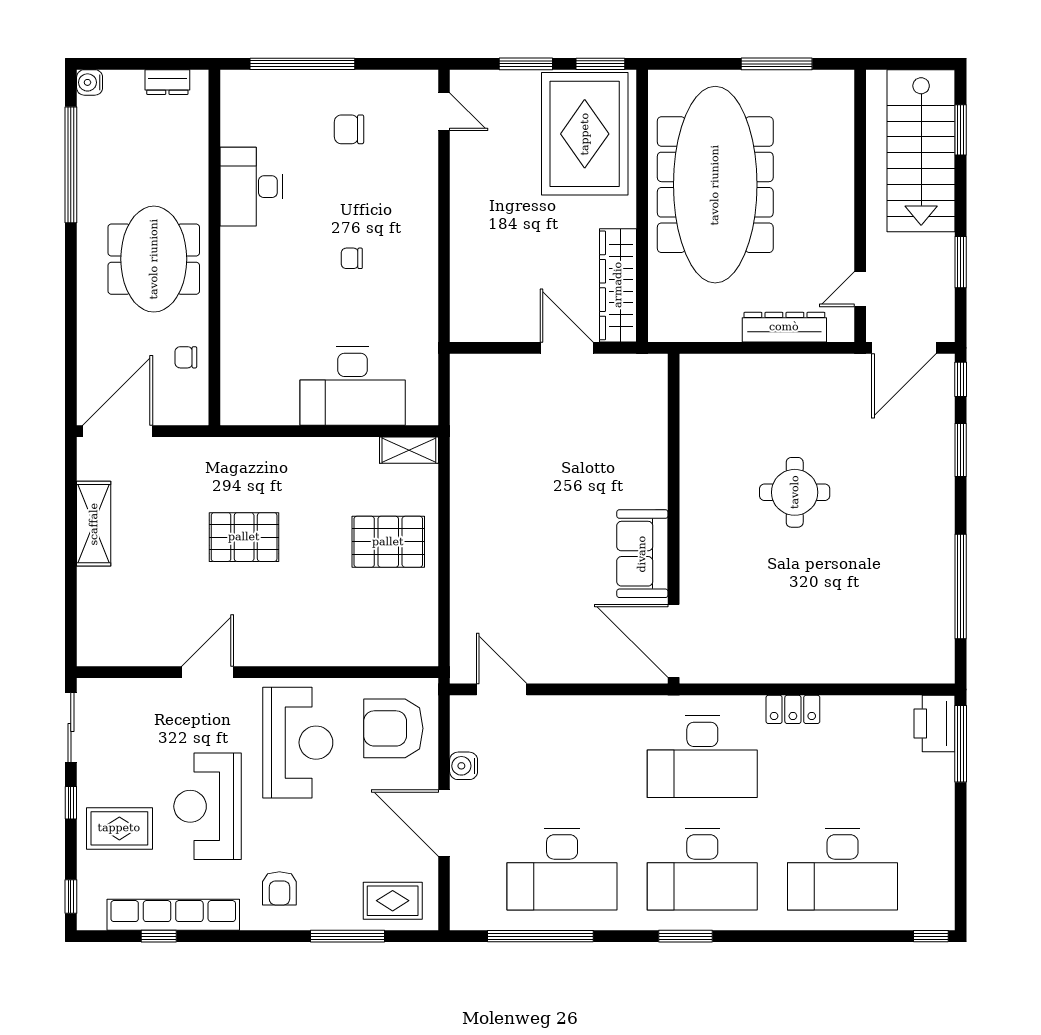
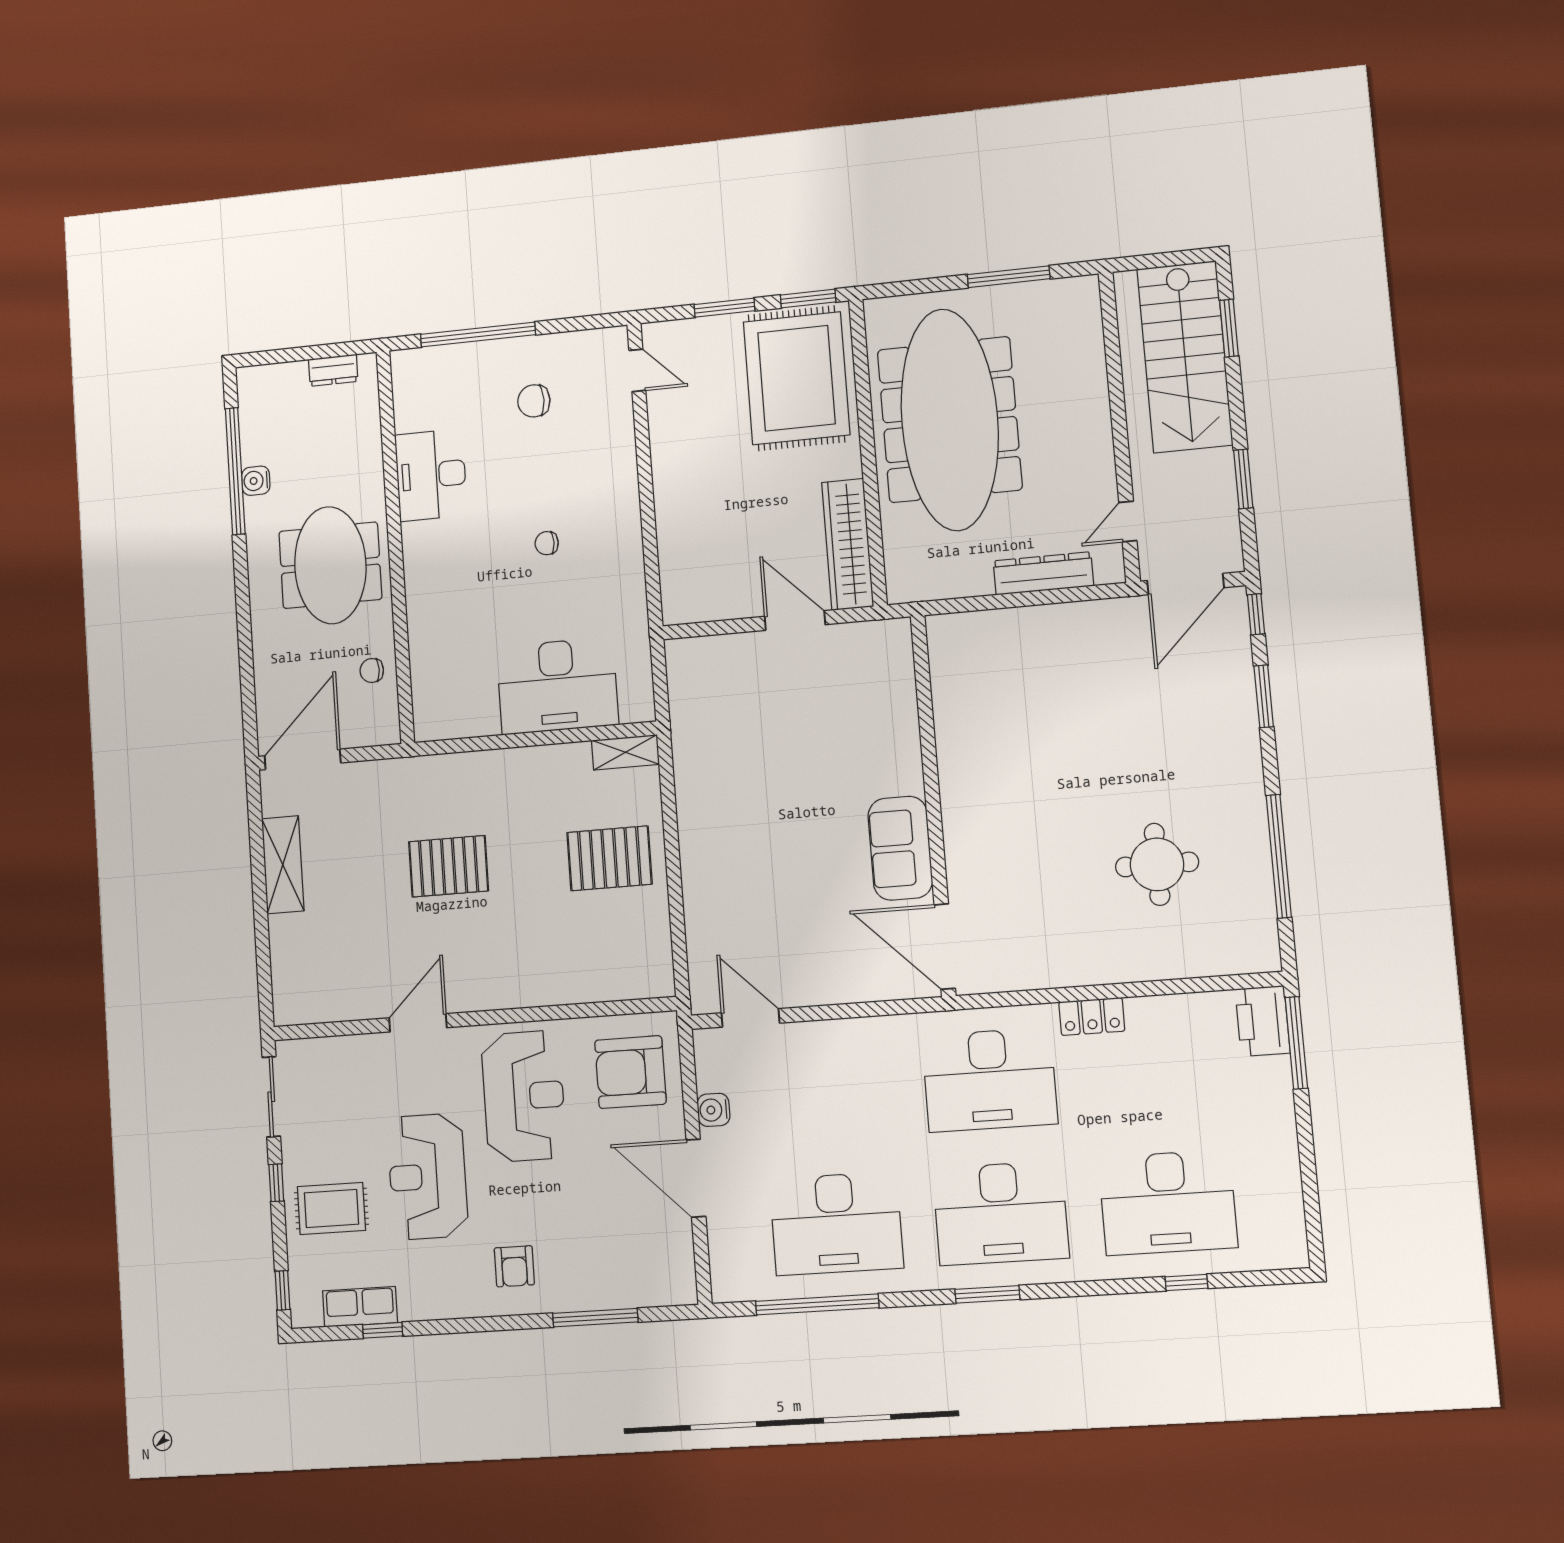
water cooler: (90, 82) -> (256, 481), moved
round table: (795, 492) -> (1157, 864), moved
rug: (393, 901) -> (644, 1273), removed
row of seats: (173, 915) -> (360, 1307), width x0.50
window: (931, 936) -> (1186, 1283), moved

